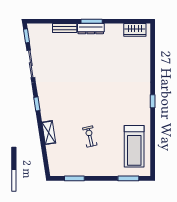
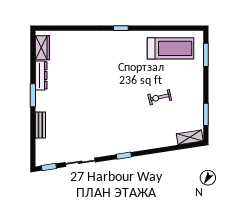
dresser: (91, 29) -> (41, 75), moved
shelving: (49, 133) -> (190, 137), moved

